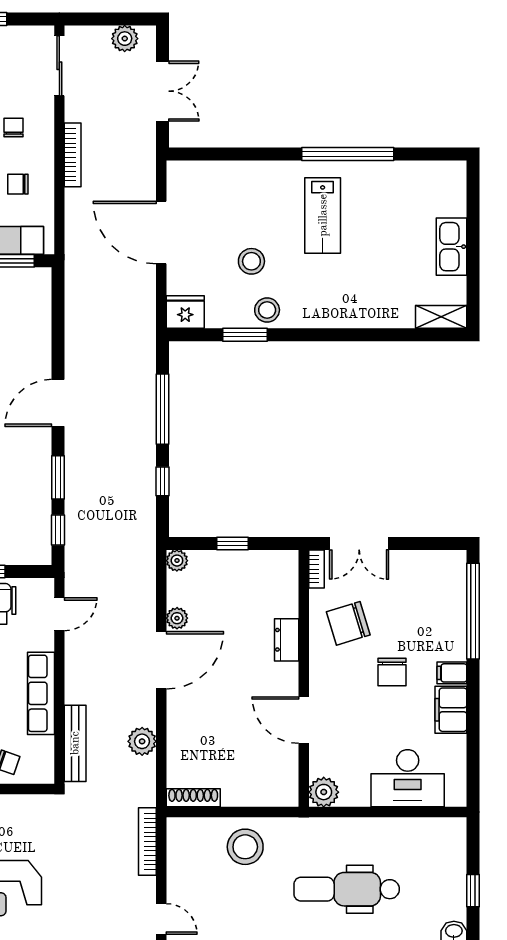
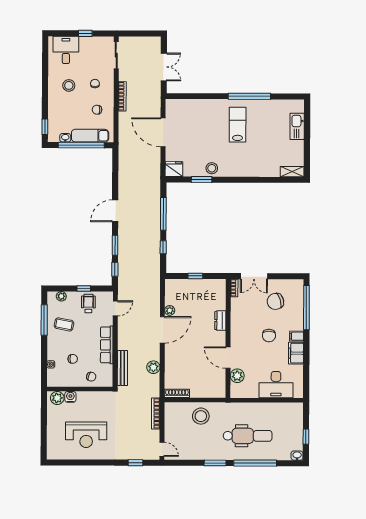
plant: (125, 39) -> (146, 43), removed
lab bench: (323, 215) -> (238, 125), turned 180
kitchen sink: (451, 247) -> (297, 126), moved
stool: (251, 261) -> (205, 146), removed
plant: (177, 561) -> (170, 284), removed
chair: (348, 623) -> (275, 301), moved
plant: (324, 792) -> (237, 376), moved
dental chair: (347, 889) -> (248, 436), turned 180

